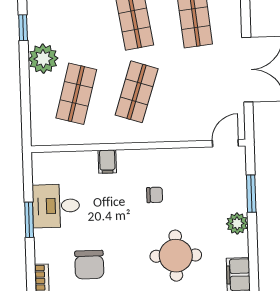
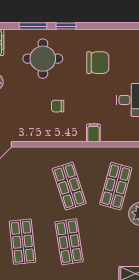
shop shelf: (137, 92) -> (69, 186), turned -36
chair: (89, 265) -> (98, 63), moved, turned 90

